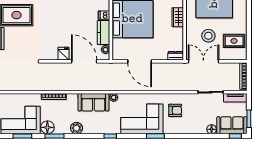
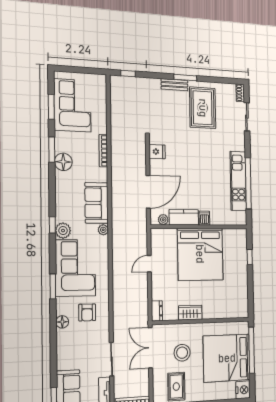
wardrobe: (178, 17) -> (190, 313), moved
fridge: (64, 54) -> (157, 152), moved
door: (140, 61) -> (149, 264), width x0.53
double door: (203, 61) -> (150, 348), swing flipped
floor lamp: (47, 127) -> (63, 162), moved
plant: (76, 128) -> (63, 231), moved
floor lamp: (212, 129) -> (62, 322), moved

